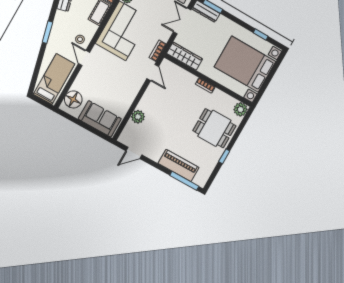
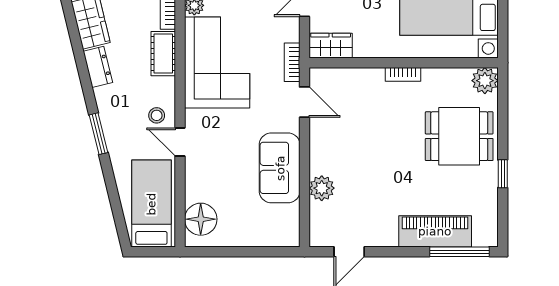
wardrobe: (185, 56) -> (331, 46), width x0.67
sofa: (100, 119) -> (280, 168), moved, turned -90

